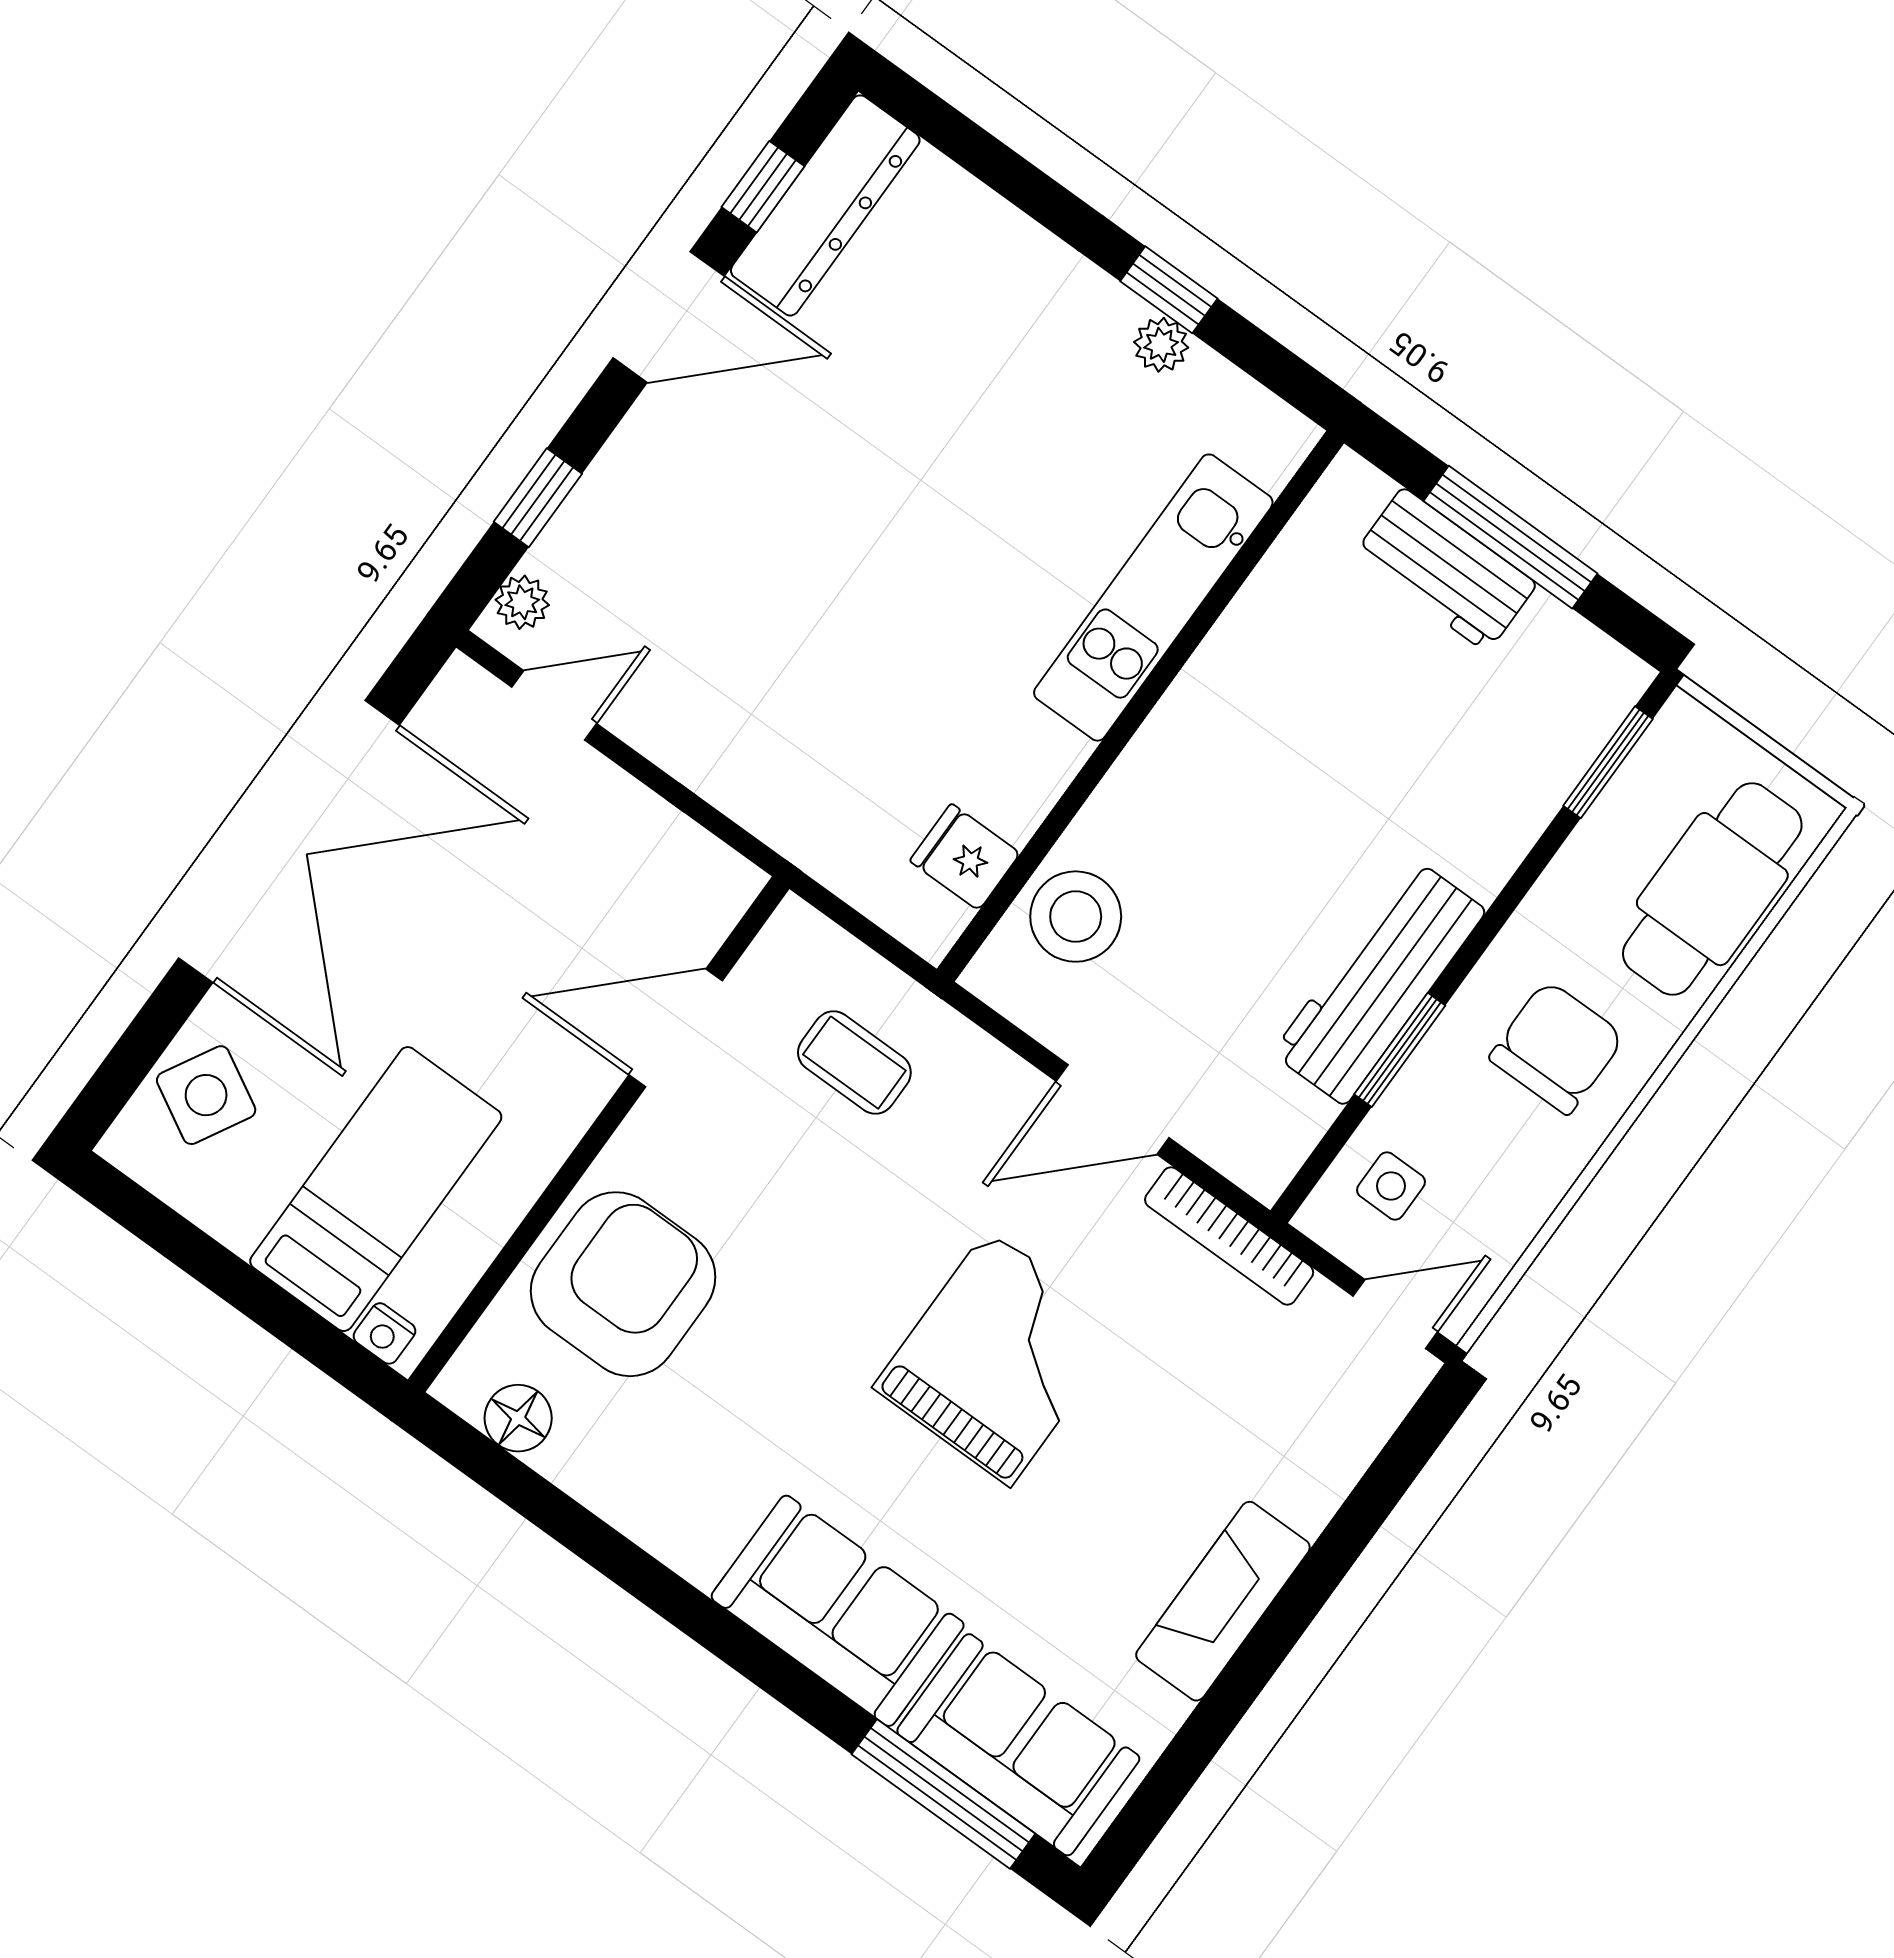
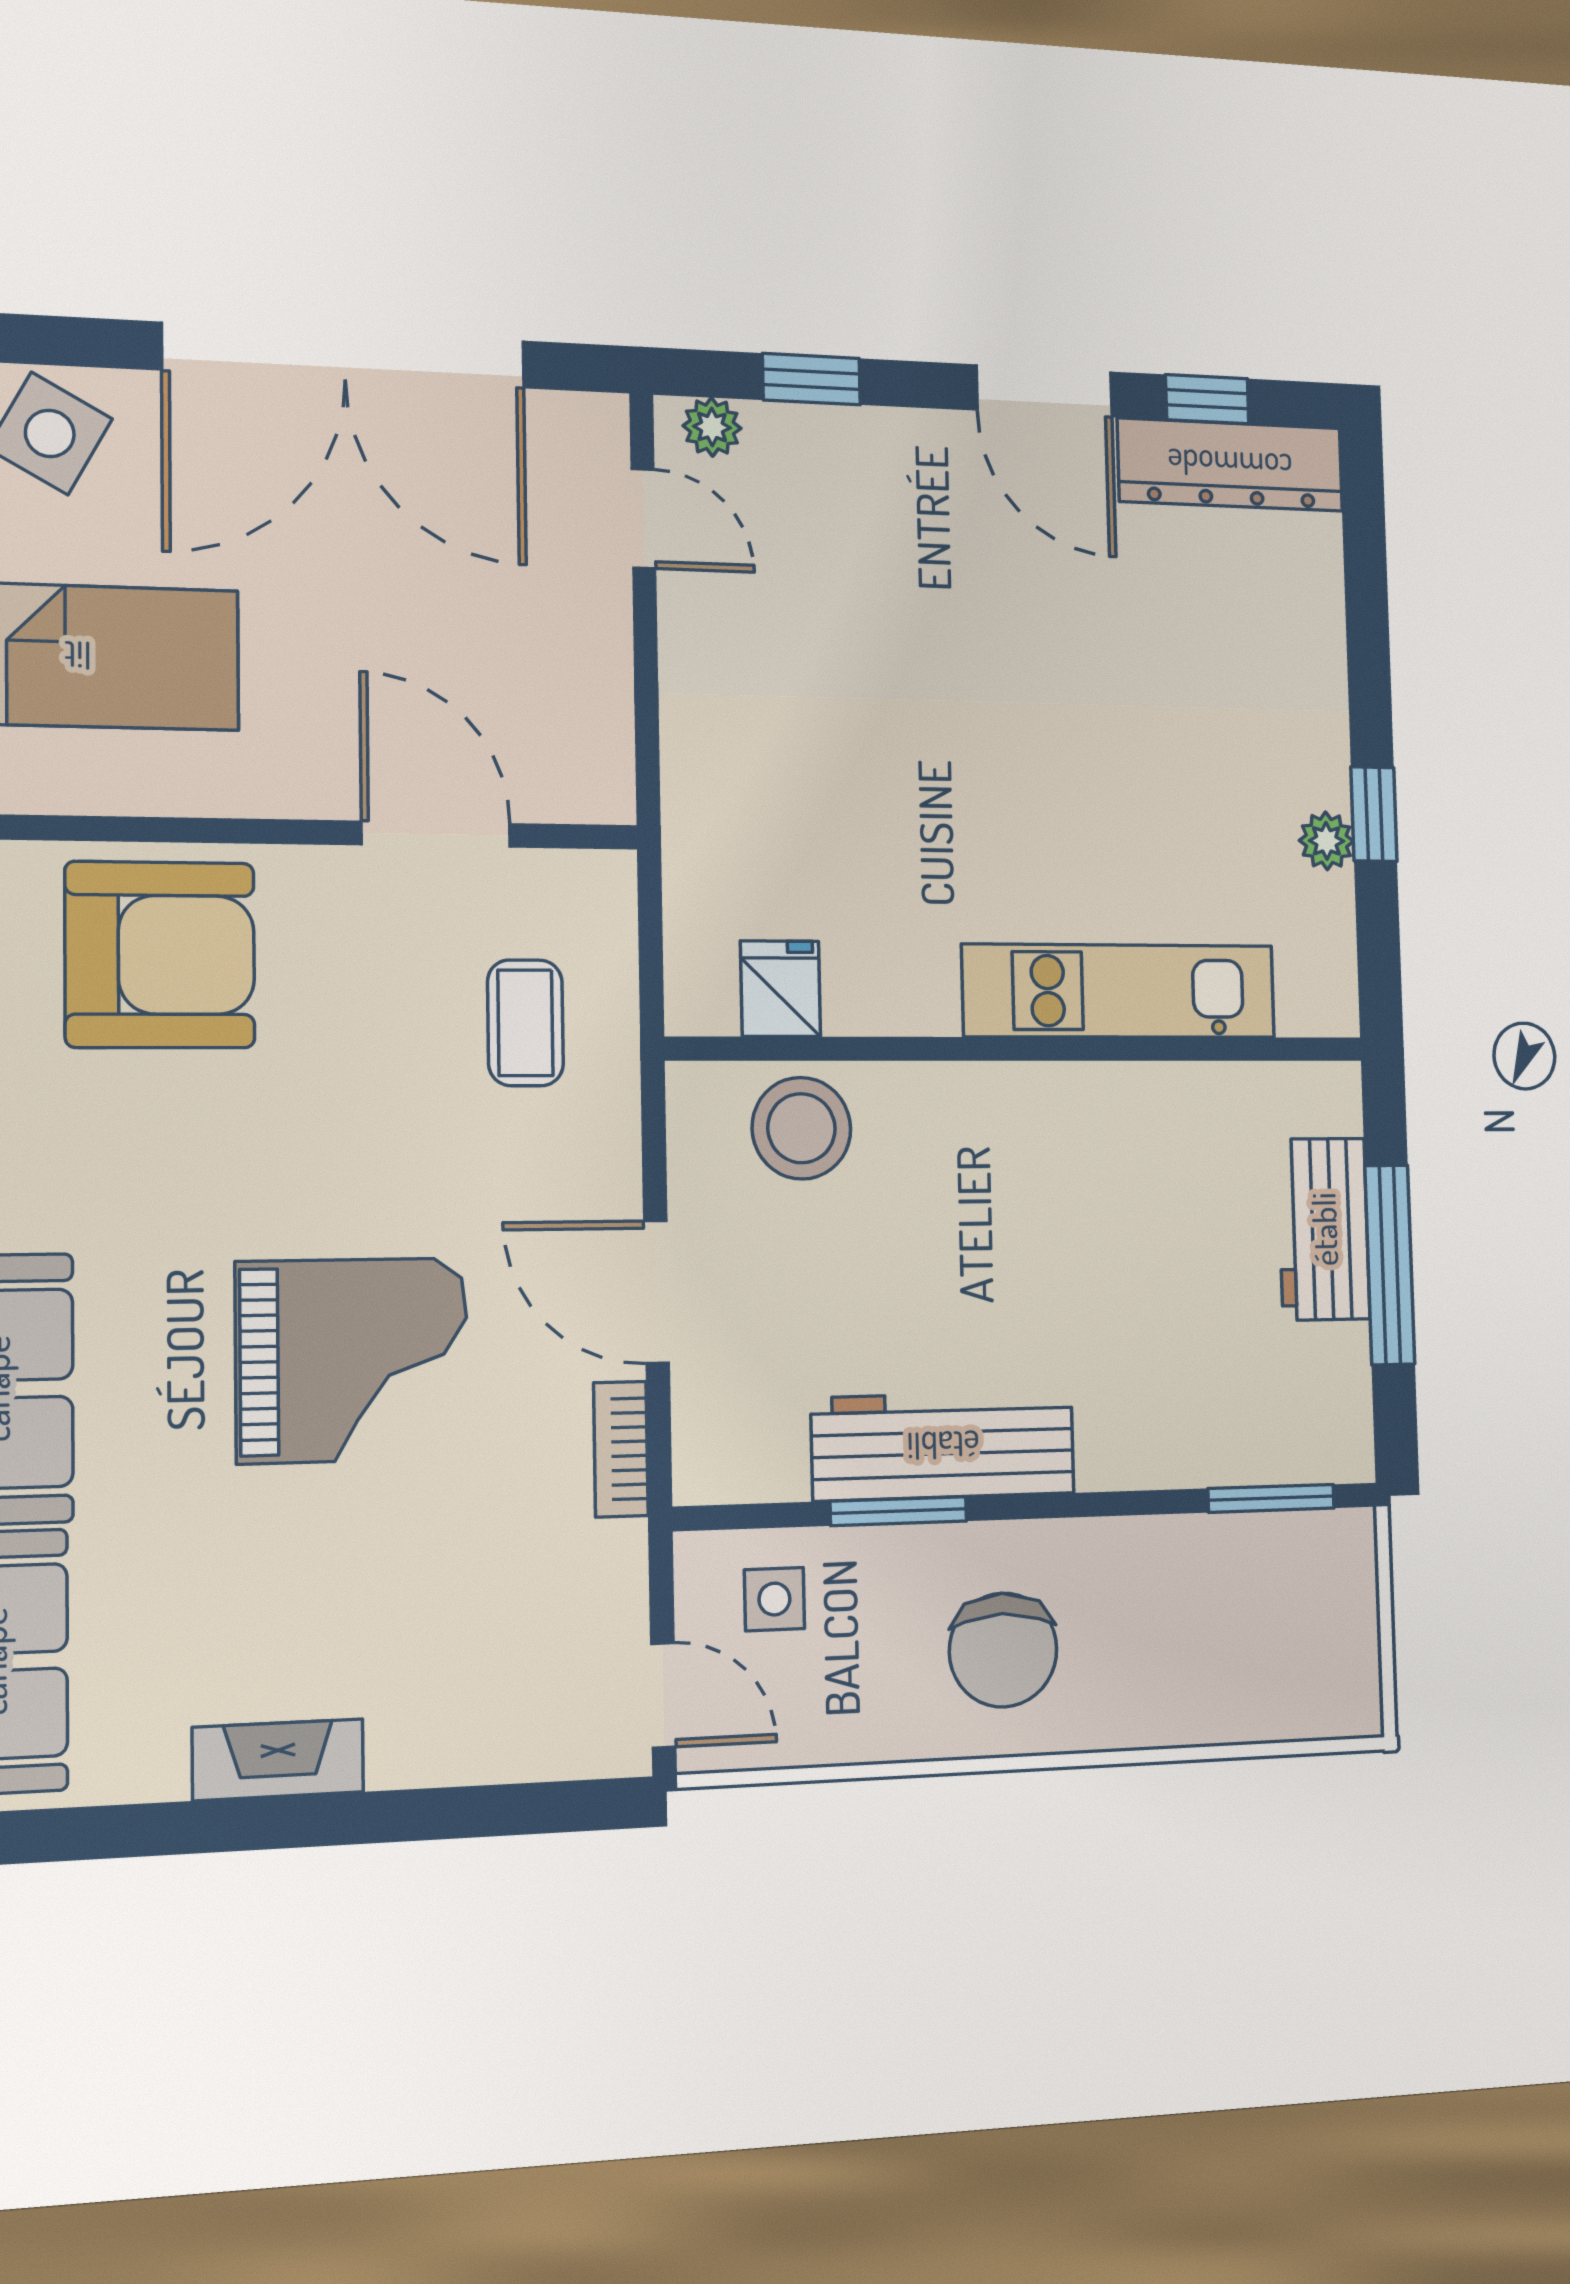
cafe table: (1712, 889) -> (1234, 1676), removed
chair: (1557, 1047) -> (1003, 1650), turned 90
bookcase: (1229, 1236) -> (621, 1449), width x0.64
fireplace: (1223, 1601) -> (278, 1760), width x0.73, depth x0.76

